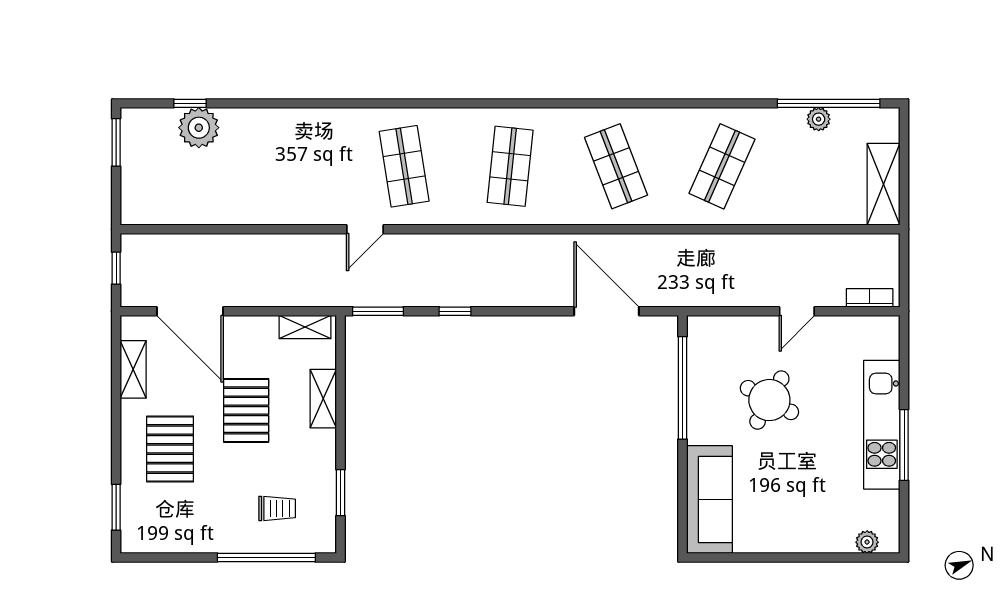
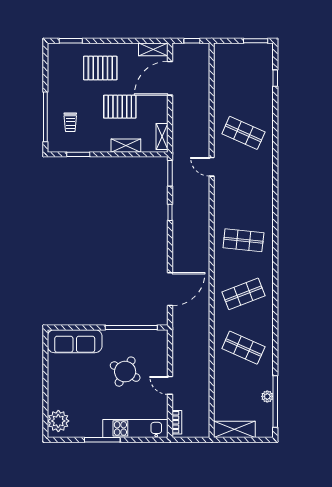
plant: (199, 128) -> (263, 83), removed
shop shelf: (404, 166) -> (243, 133), moved, turned 33
shelving: (133, 369) -> (153, 49), moved
kitchen unit: (882, 425) -> (135, 428), moved
plant: (867, 542) -> (58, 421), width x1.87, depth x1.87

